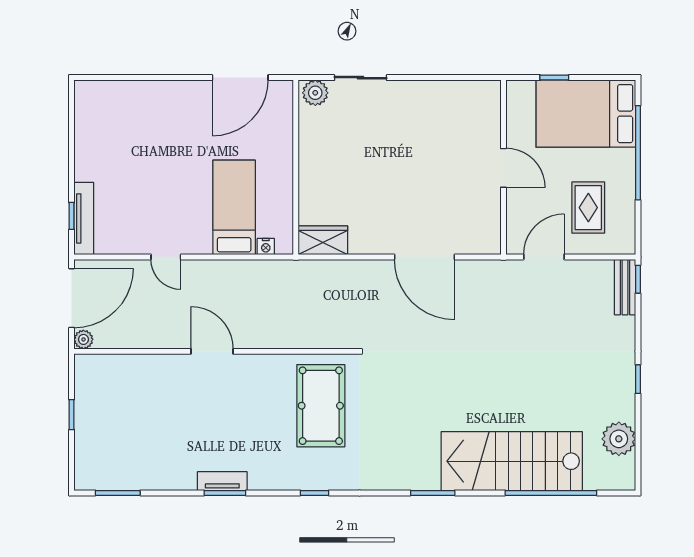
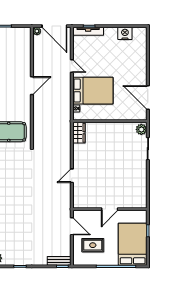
nightstand: (89, 132) -> (125, 33), added
bed: (234, 207) -> (93, 91), width x1.50
door: (166, 257) -> (72, 66), swing flipped
door: (424, 257) -> (72, 176), width x0.53

